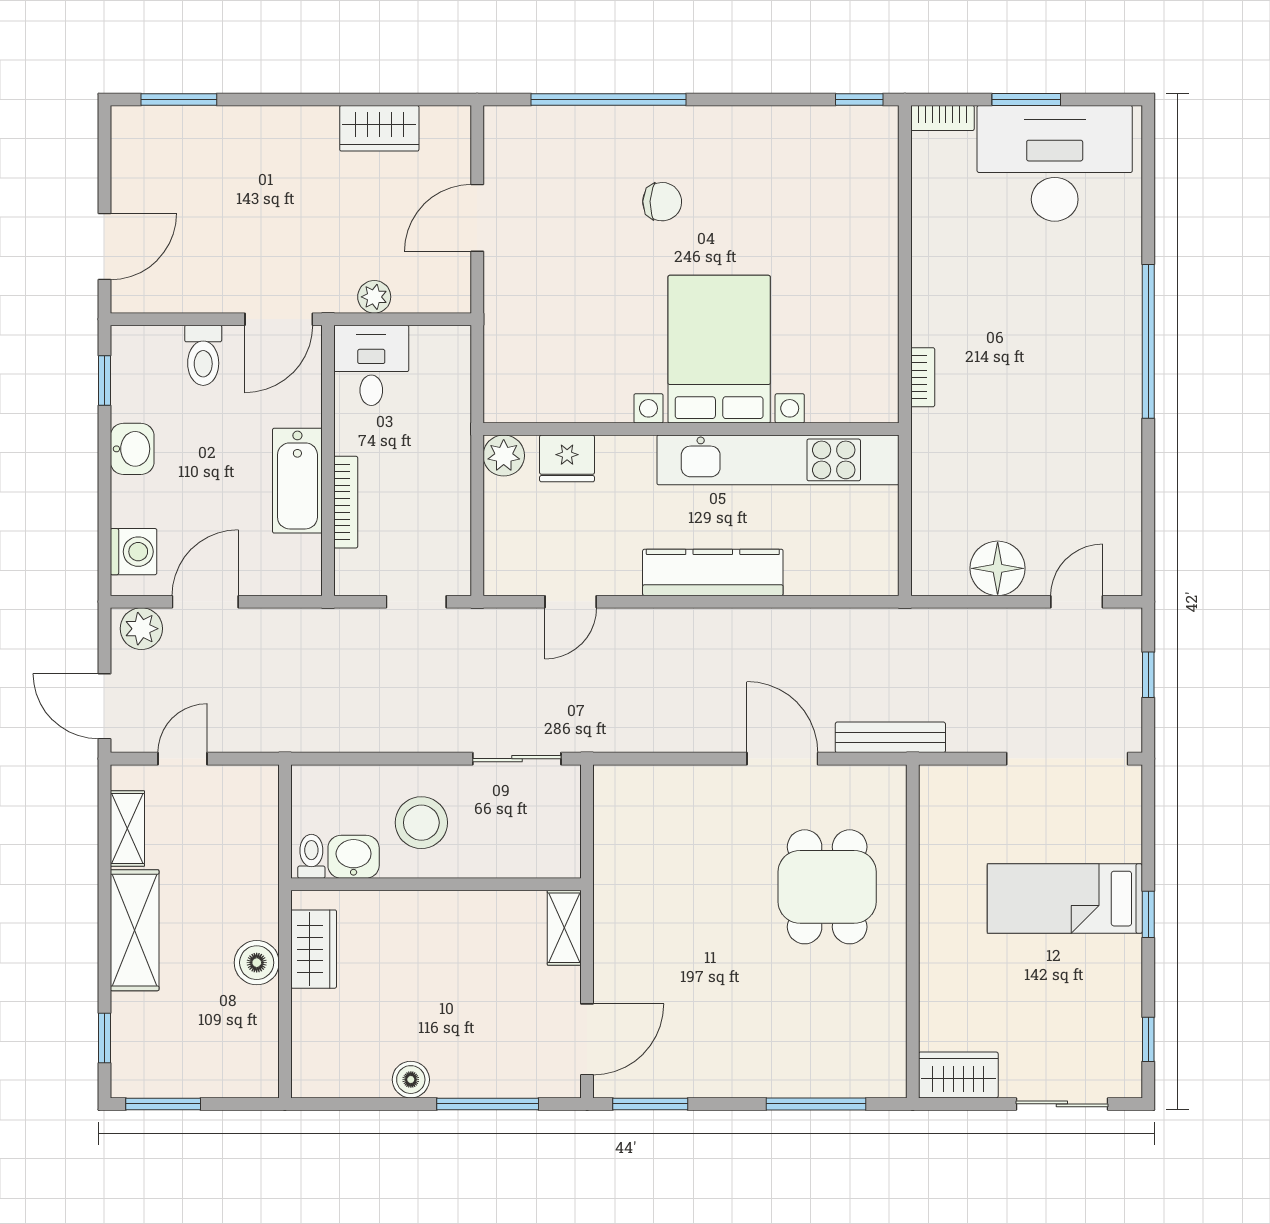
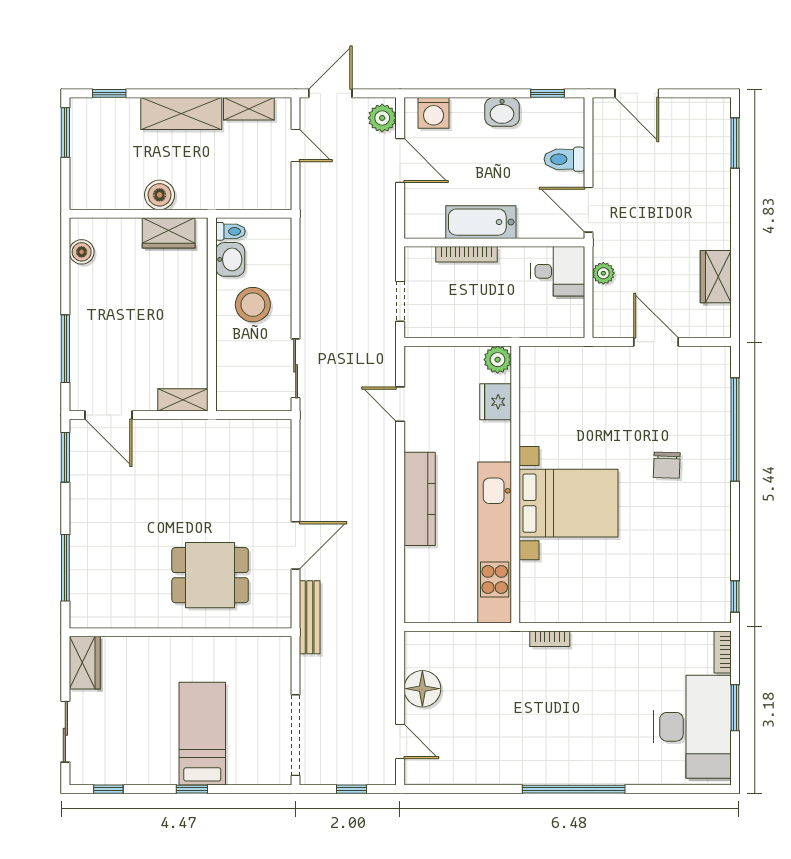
boiler: (411, 1080) -> (82, 252), moved

